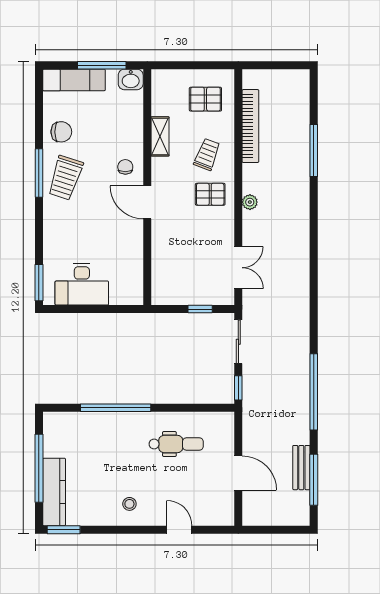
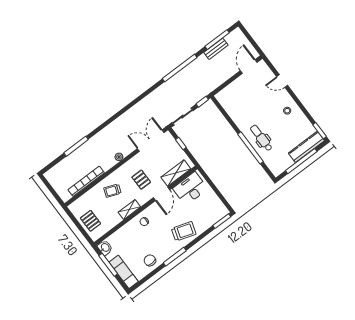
pallet: (205, 99) -> (90, 221), moved
shelving: (160, 136) -> (129, 210), moved
trolley: (65, 178) -> (184, 231), moved
pallet: (210, 194) -> (141, 180), moved
door: (147, 202) -> (161, 194), moved
shelving: (162, 268) -> (176, 173), added
double door: (238, 268) -> (151, 141), width x1.37
desk: (82, 284) -> (190, 189), moved, turned -90
dental chair: (176, 444) -> (261, 138), moved
door: (238, 473) -> (249, 67), moved
door: (179, 530) -> (282, 81), hinge flipped

